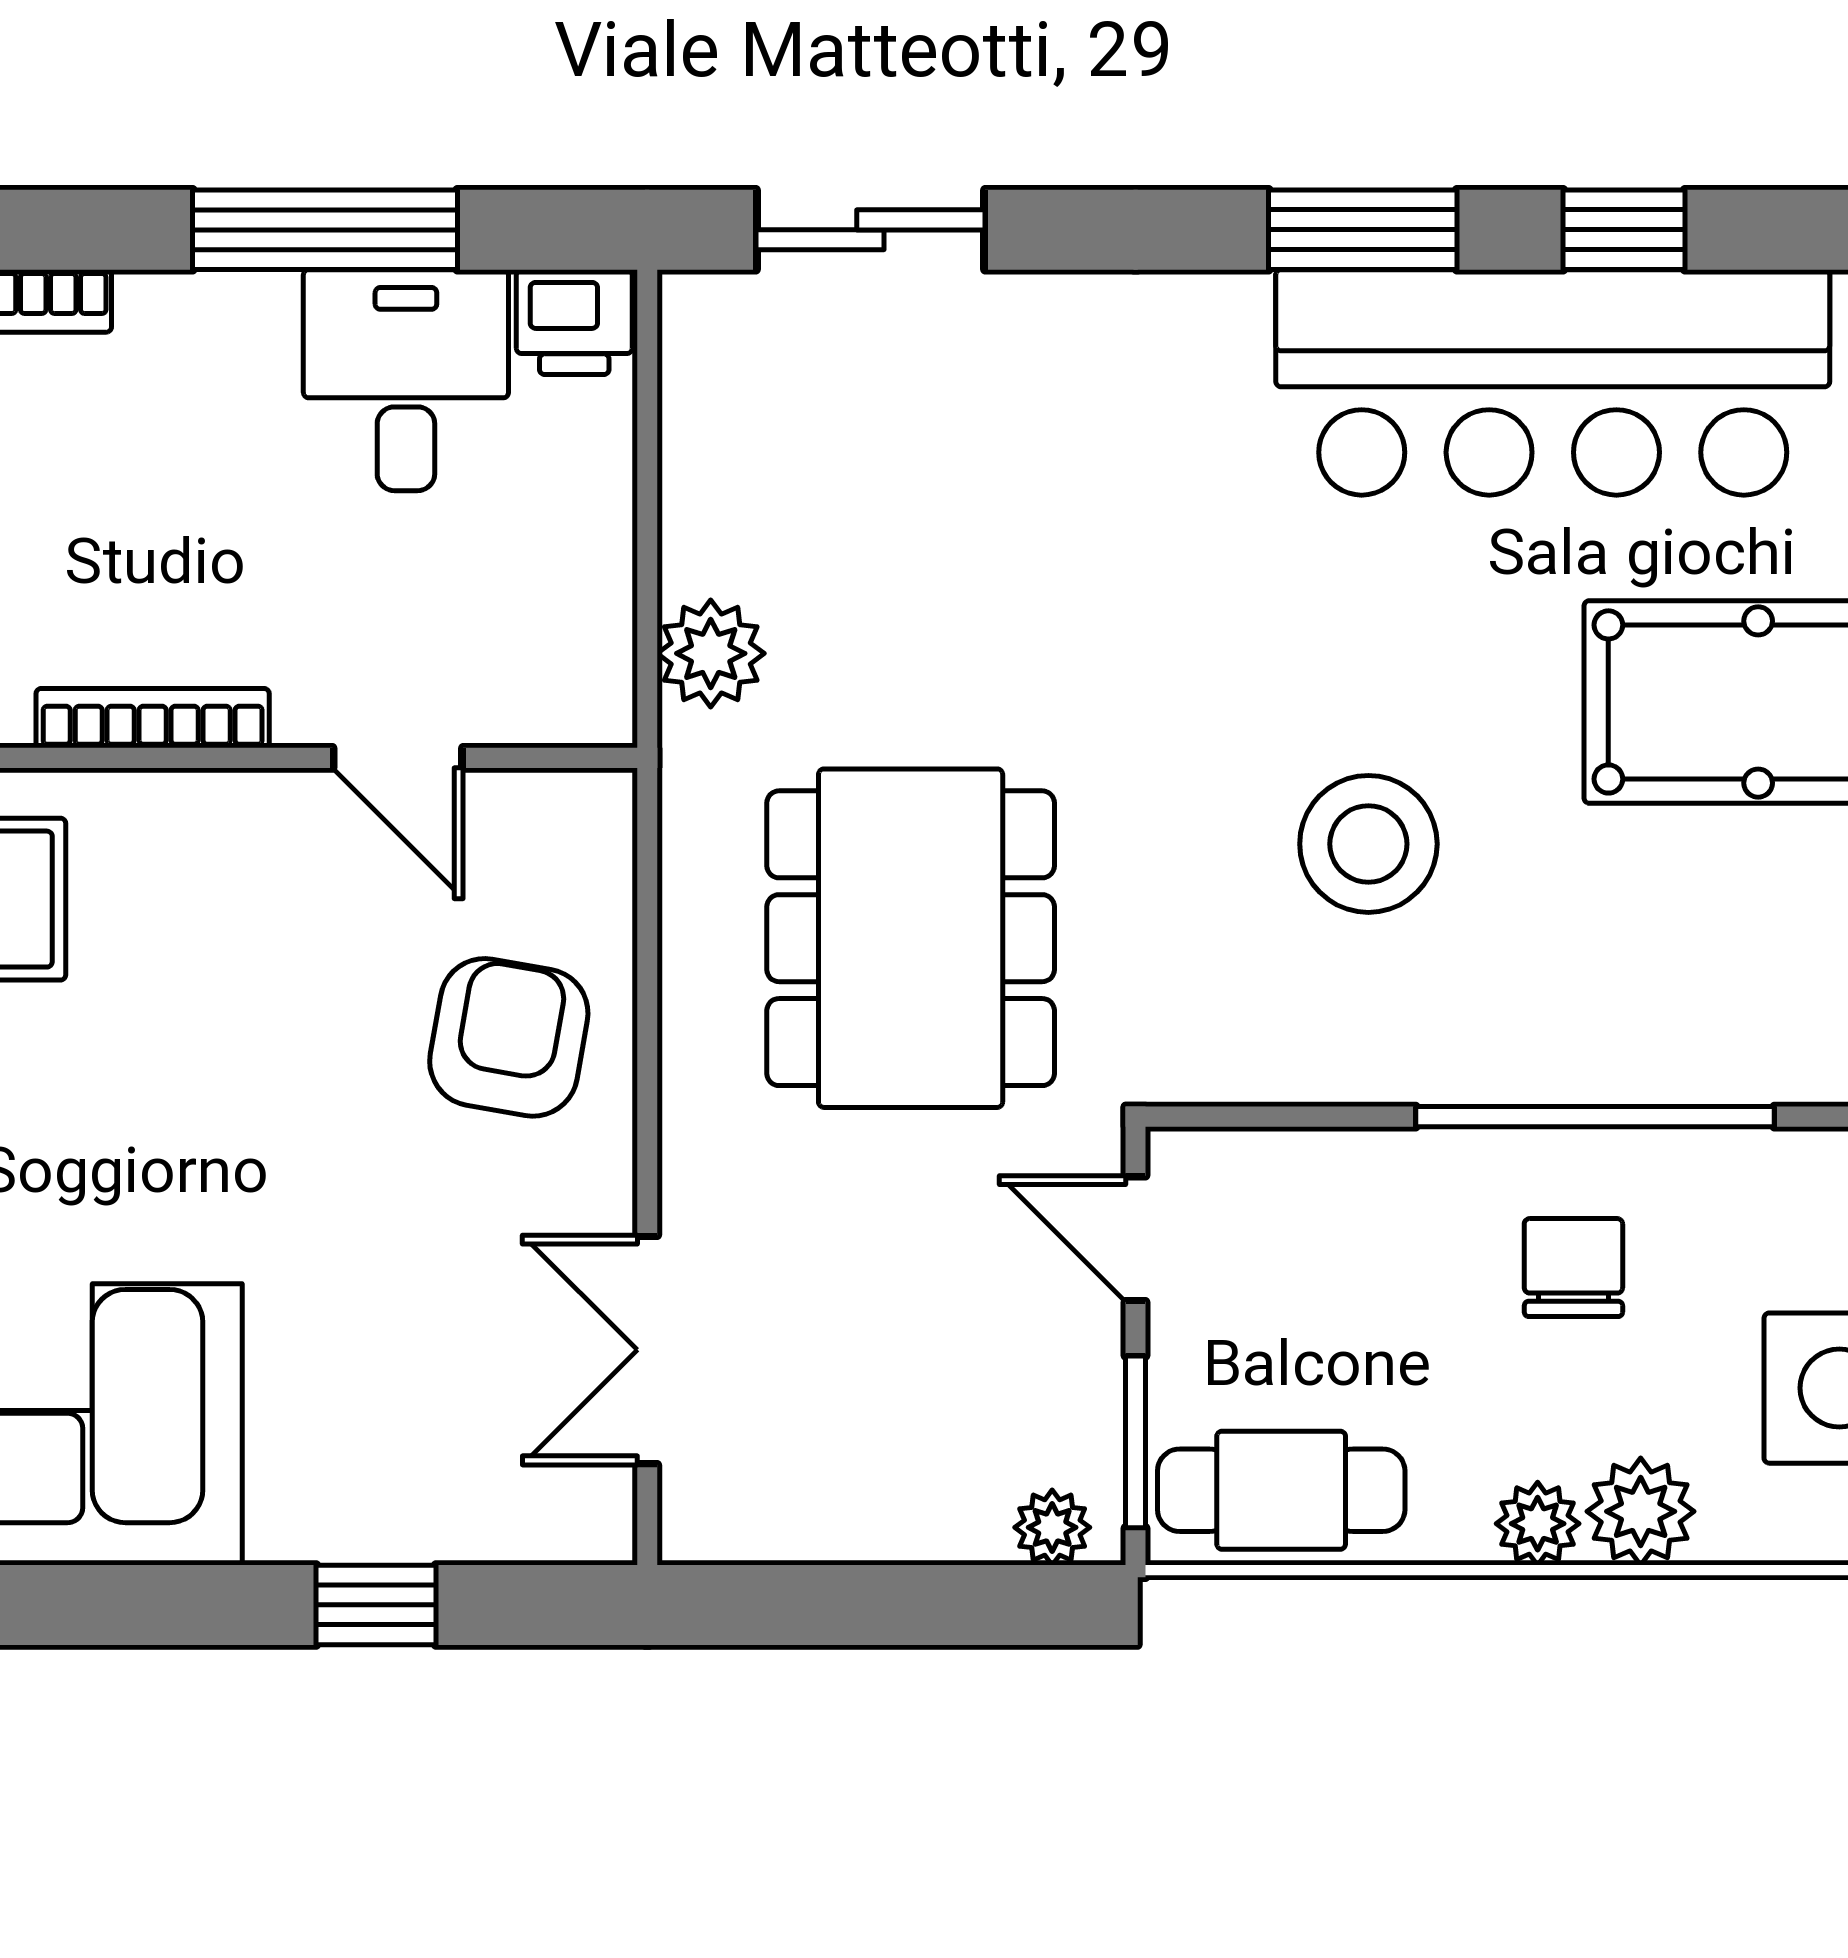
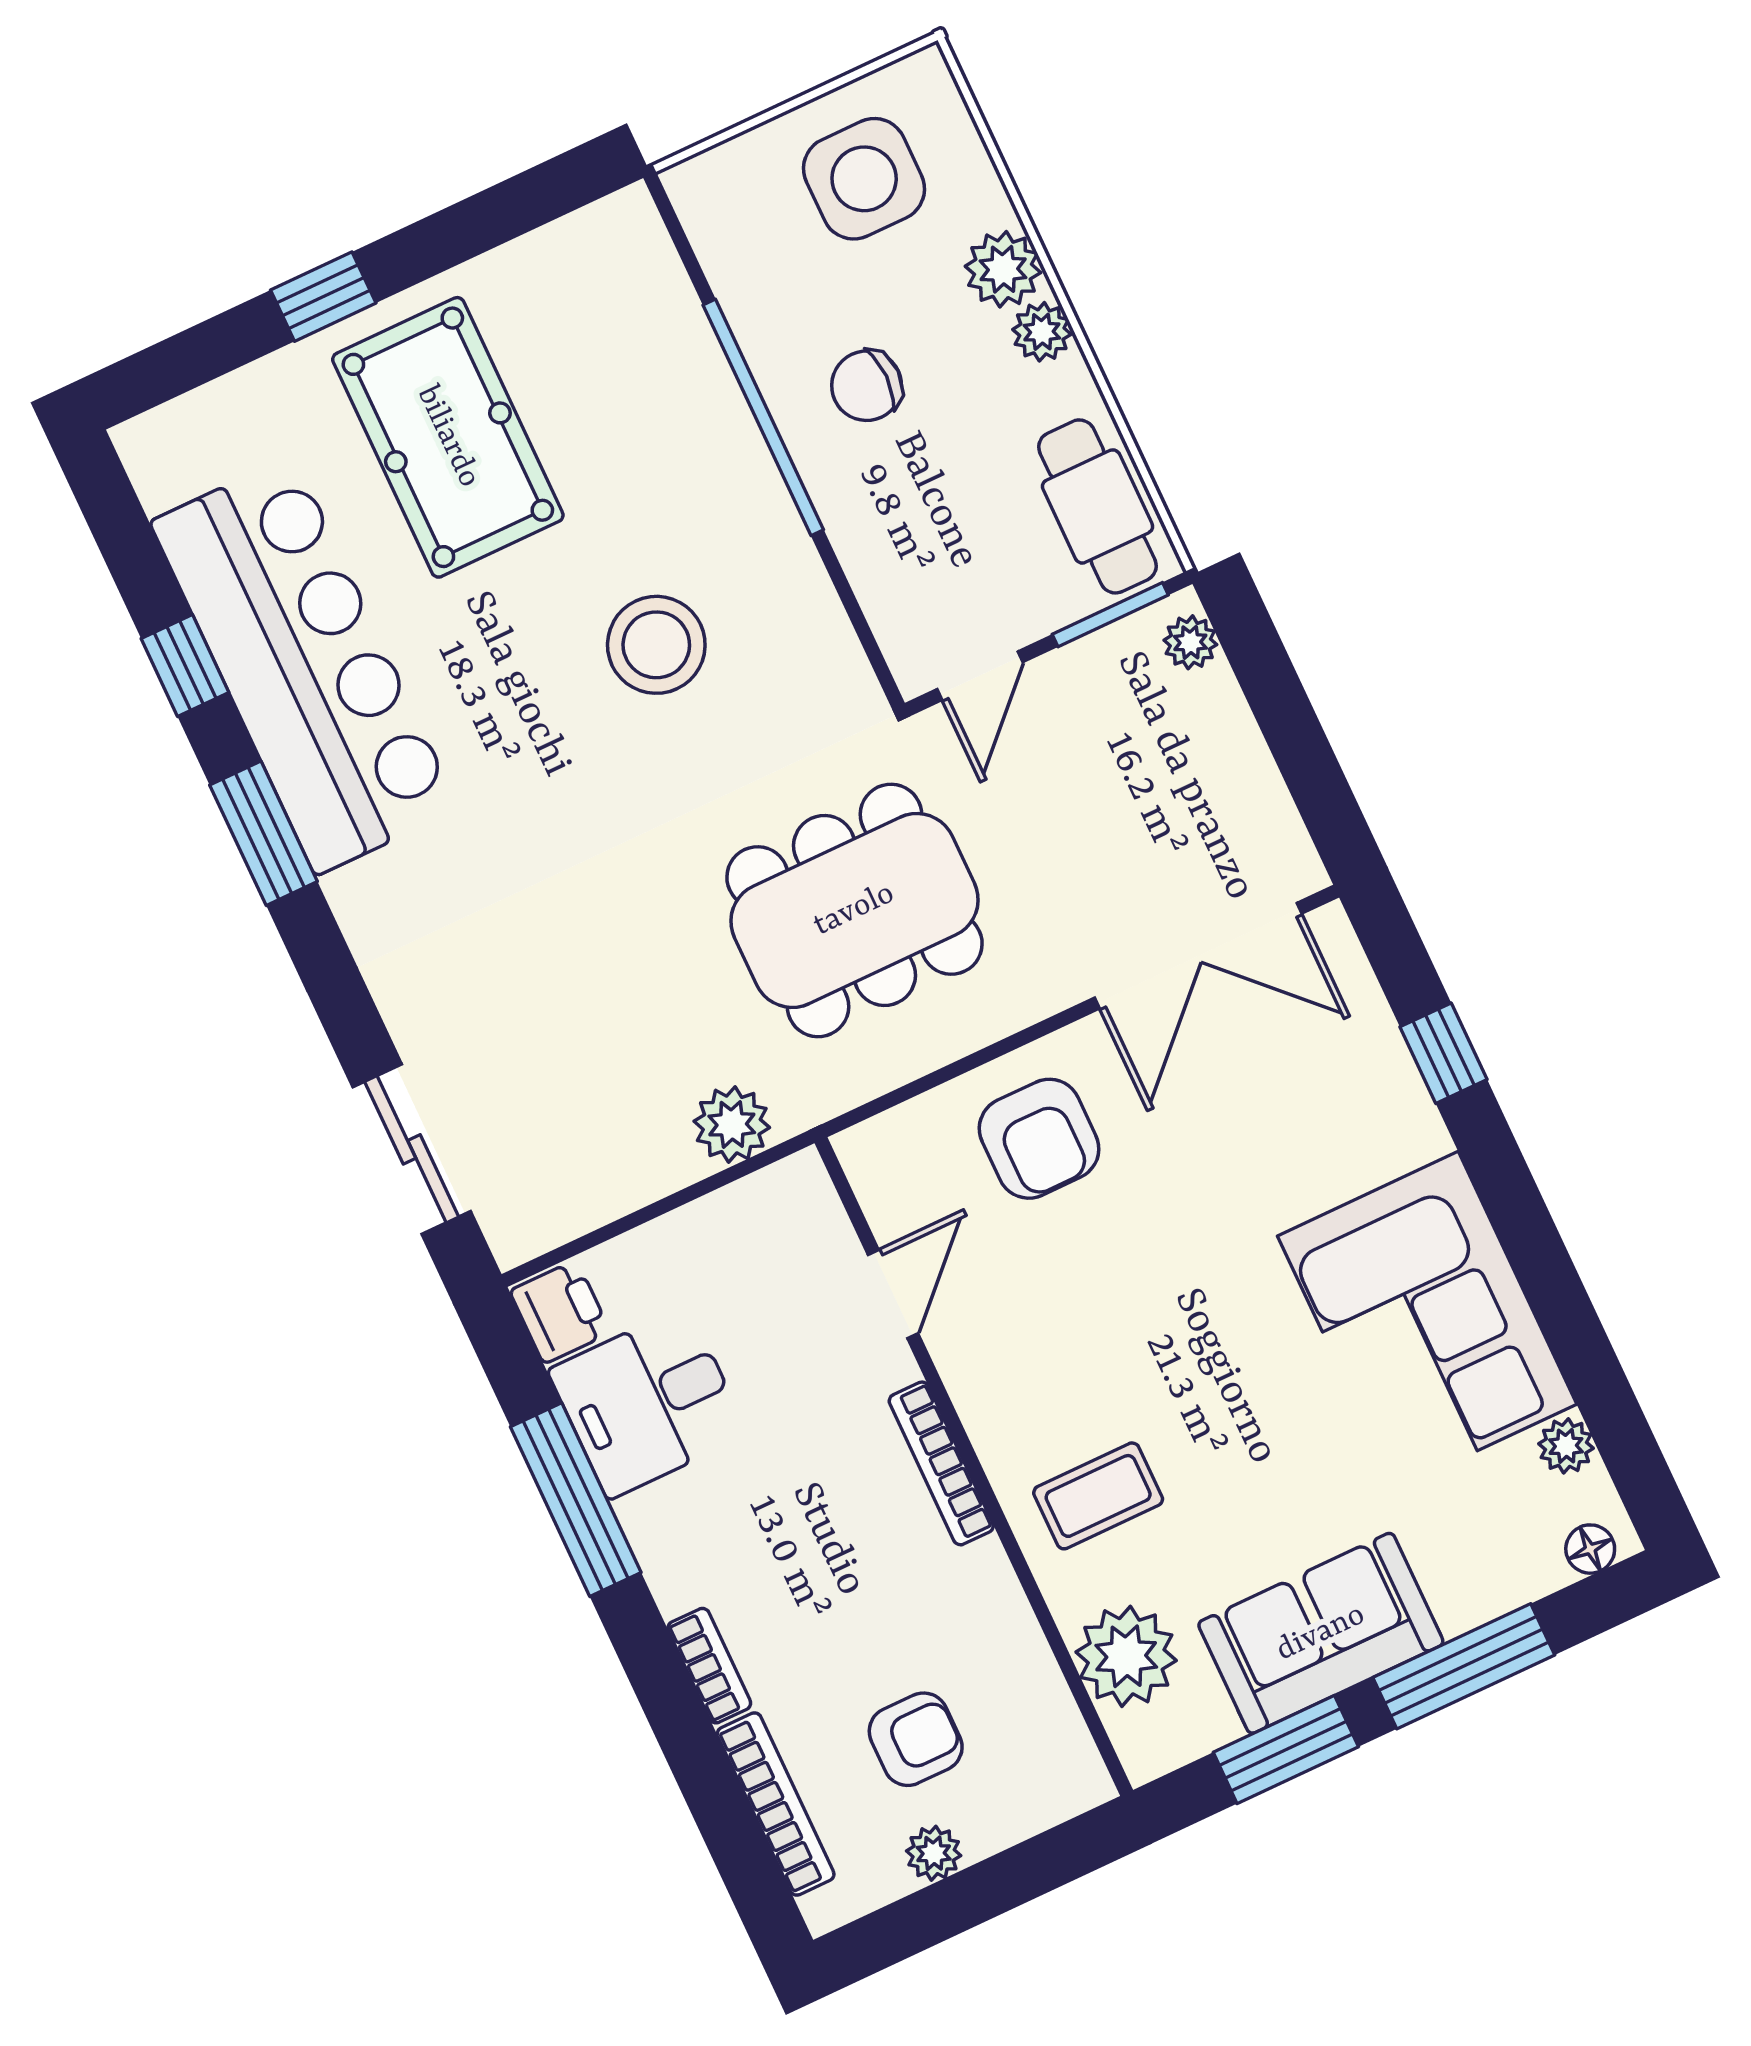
armchair: (509, 1037) -> (1039, 1139), turned -100
double door: (647, 1350) -> (1198, 956), width x1.37

